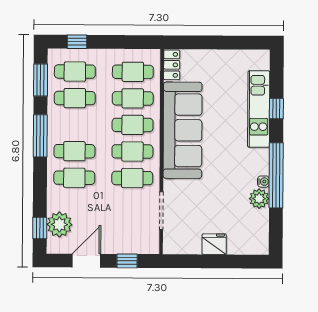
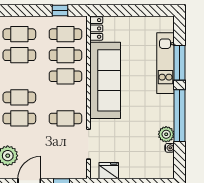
window: (77, 42) -> (60, 10), moved
window: (276, 109) -> (180, 63), width x2.17
cafe table: (132, 151) -> (65, 97), removed
water cooler: (263, 182) -> (170, 148), moved
fridge: (214, 244) -> (109, 171), moved

